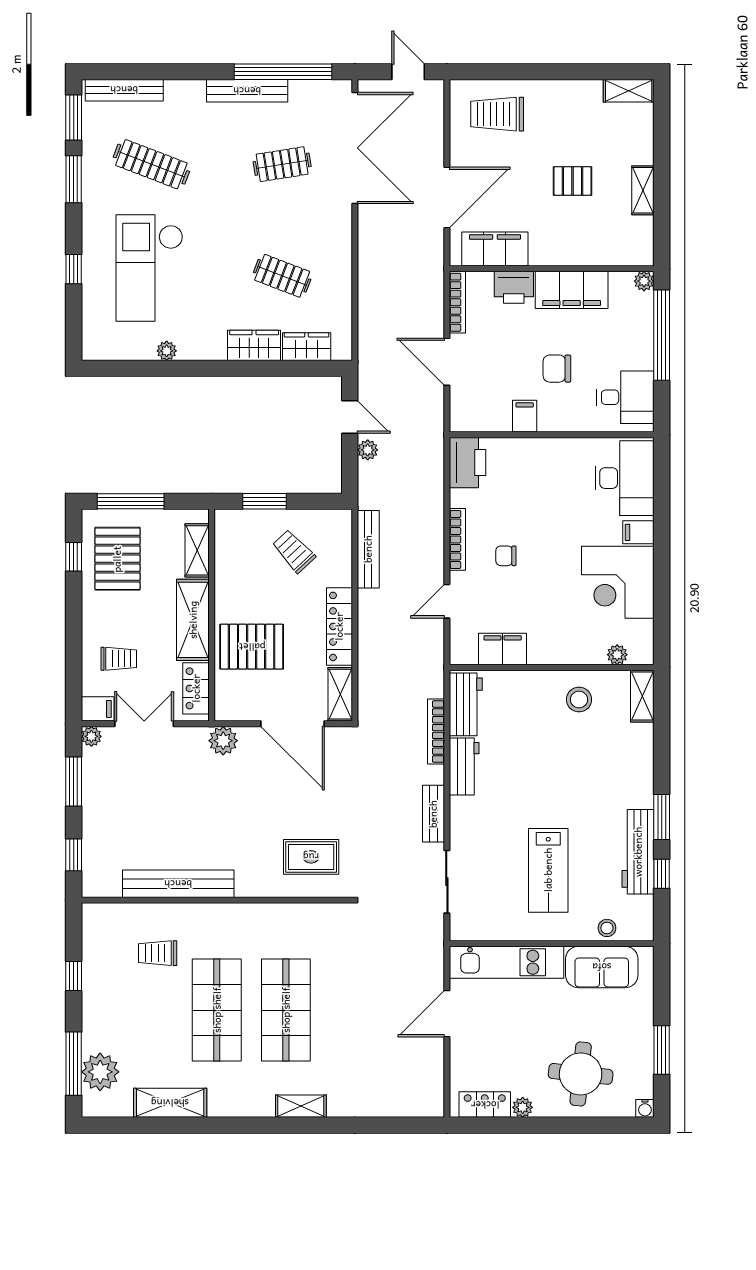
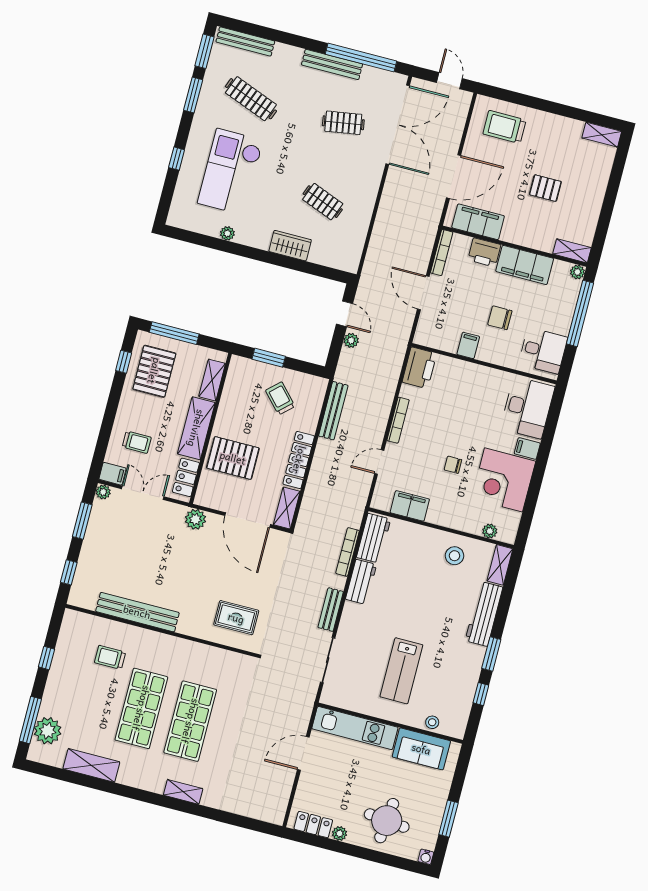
shelving: (643, 190) -> (572, 251), moved, turned 90
wardrobe: (307, 347) -> (327, 256), removed
chair: (506, 556) -> (453, 465), moved
workbench: (638, 852) -> (484, 614), moved

